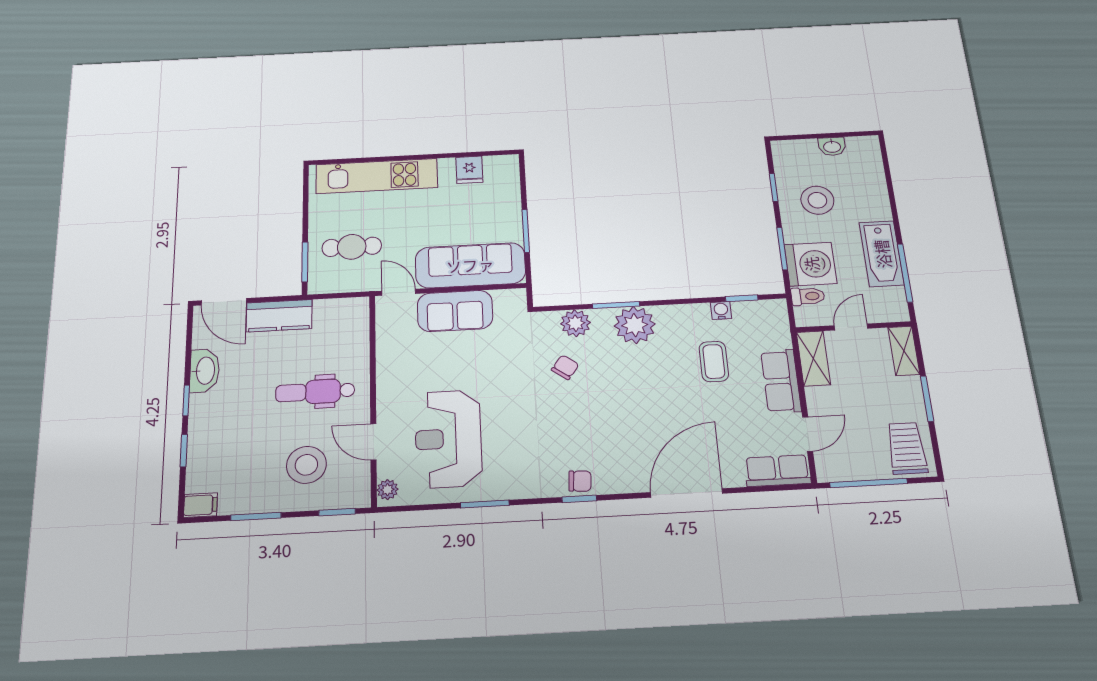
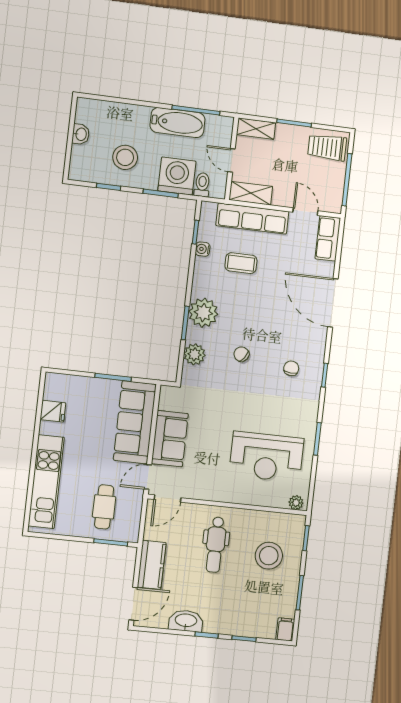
chair: (565, 367) -> (241, 354), moved
row of seats: (781, 381) -> (252, 219), width x1.48
door: (373, 442) -> (168, 499), moved
chair: (580, 481) -> (291, 368), moved

